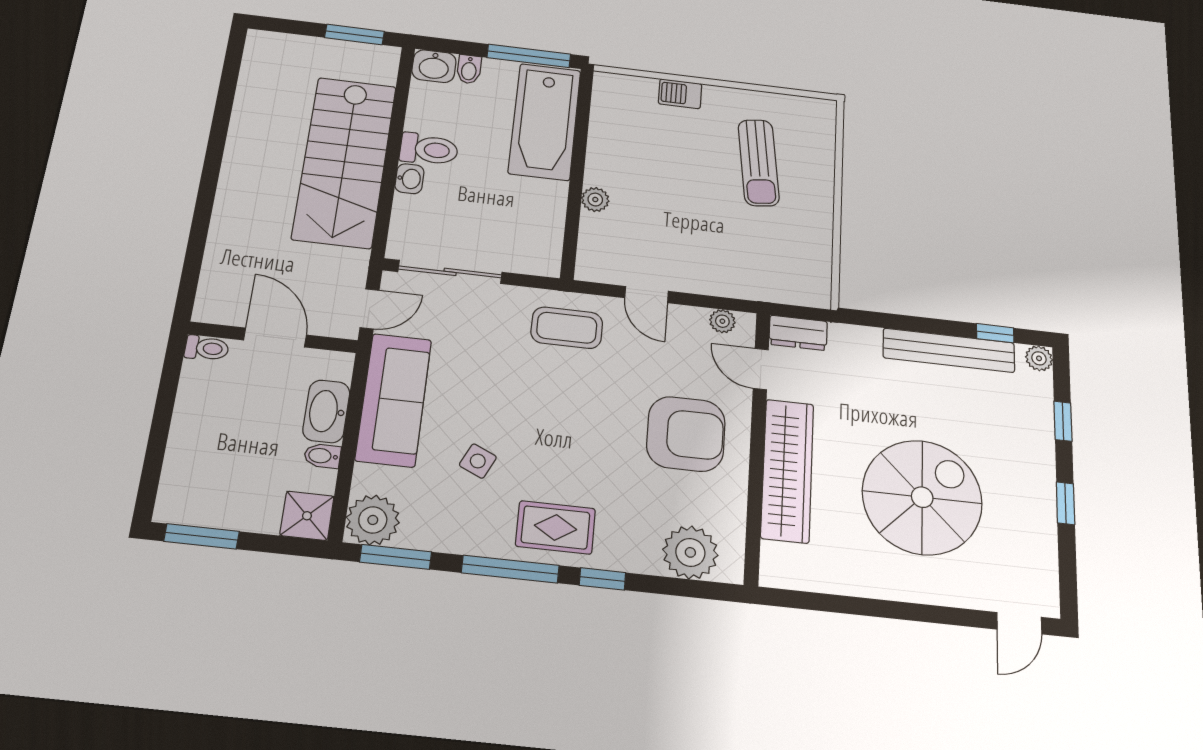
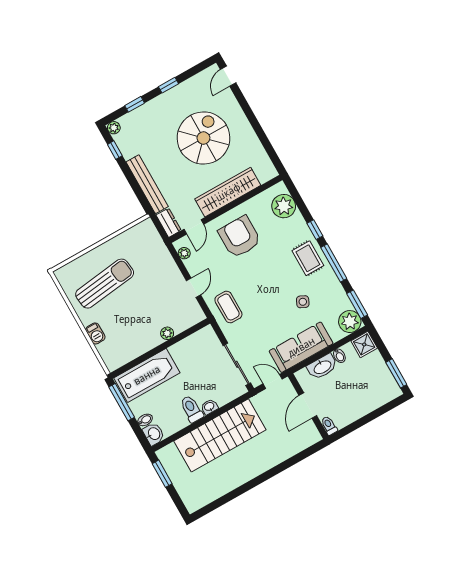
sun lounger: (759, 163) -> (105, 284), width x1.36, depth x1.34
bench: (949, 350) -> (147, 184), moved
spiral stairs: (922, 497) -> (203, 138), turned 90
door: (1019, 623) -> (228, 76), swing flipped

